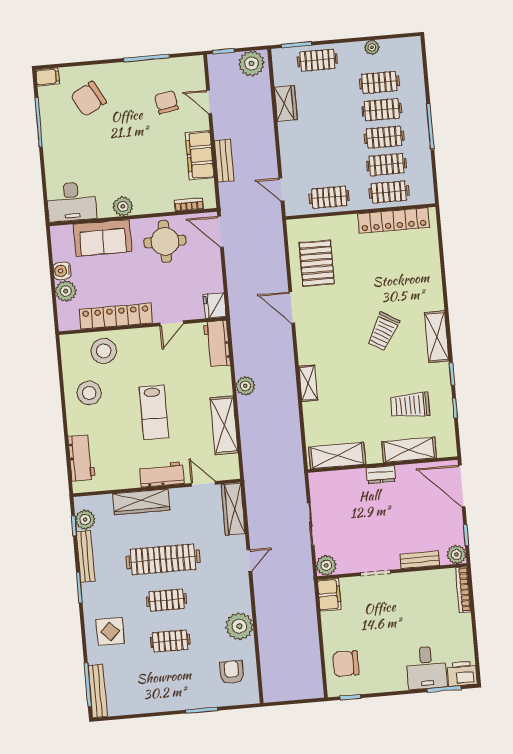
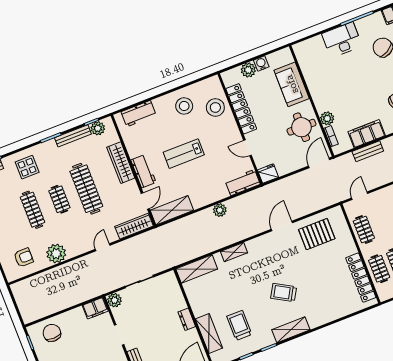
desk: (72, 202) -> (342, 40), moved, turned 90
plant: (123, 206) -> (327, 118), moved
shelving: (224, 425) -> (172, 210), moved
shelving: (337, 456) -> (197, 269), moved, turned 90
door: (249, 560) -> (103, 247), swing flipped
clothes rail: (170, 641) -> (33, 210), width x1.36

